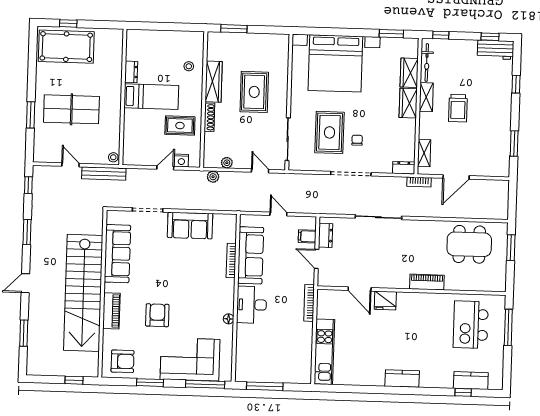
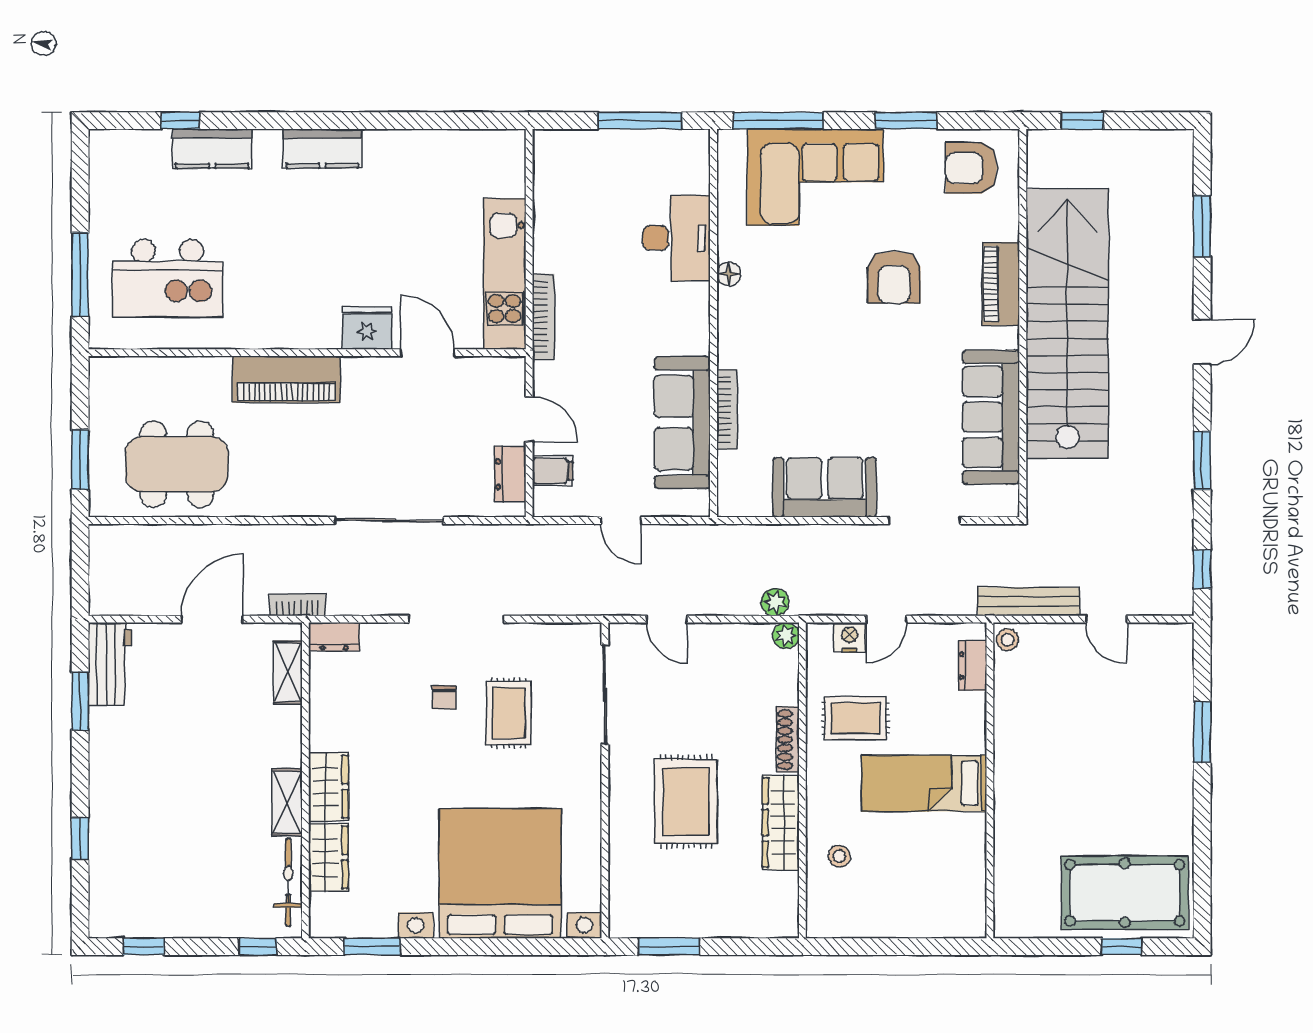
window: (234, 29) -> (669, 947), moved
workbench: (496, 50) -> (110, 664), moved, turned 90
dresser: (131, 72) -> (972, 666), moved
trolley: (458, 108) -> (213, 779), removed
table tennis table: (71, 109) -> (1108, 748), removed
rug: (329, 132) -> (509, 713), width x0.73, depth x0.70
plant: (227, 163) -> (786, 636), moved
piano: (427, 282) -> (286, 379), width x1.37, depth x1.33
desk: (252, 305) -> (677, 238), moved
kitchen island: (471, 325) -> (168, 278), turned 90
kitchen unit: (324, 352) -> (505, 274), moved
kitchen counter: (471, 381) -> (212, 149), moved

